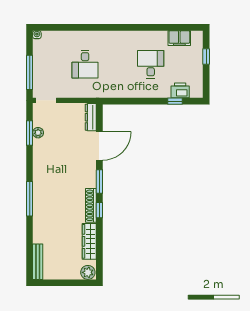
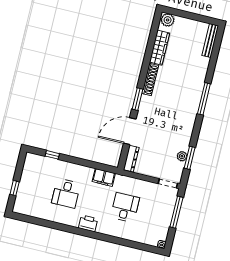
filing cabinet: (179, 38) -> (104, 177), moved, turned 180
printer: (180, 90) -> (88, 223), moved, turned 180
window: (99, 210) -> (144, 73), removed

